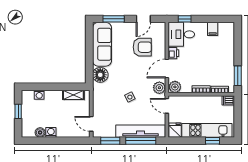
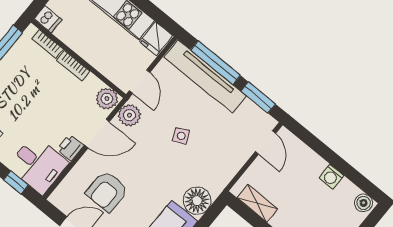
armchair: (142, 47) -> (107, 191), turned -90
boiler: (40, 132) -> (364, 203), moved

